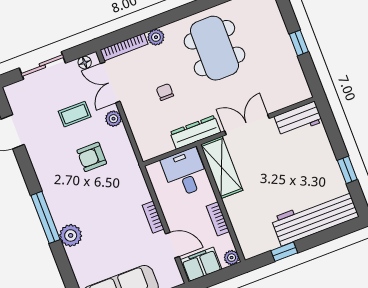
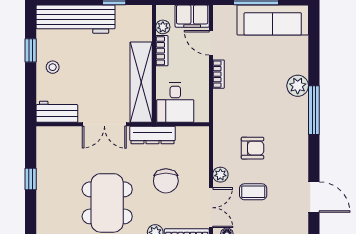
chair: (165, 92) -> (166, 181), width x1.87, depth x1.87
stool: (319, 161) -> (53, 67), added
shelving: (222, 167) -> (141, 82), width x1.47
plant: (232, 258) -> (163, 27), moved

